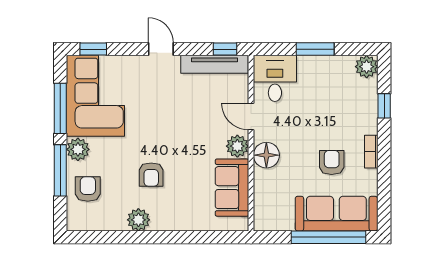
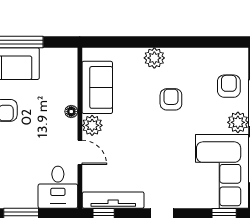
floor lamp: (266, 155) -> (71, 112), width x0.53, depth x0.53
armchair: (88, 189) -> (229, 86), turned 180
plant: (138, 220) -> (154, 58), moved

